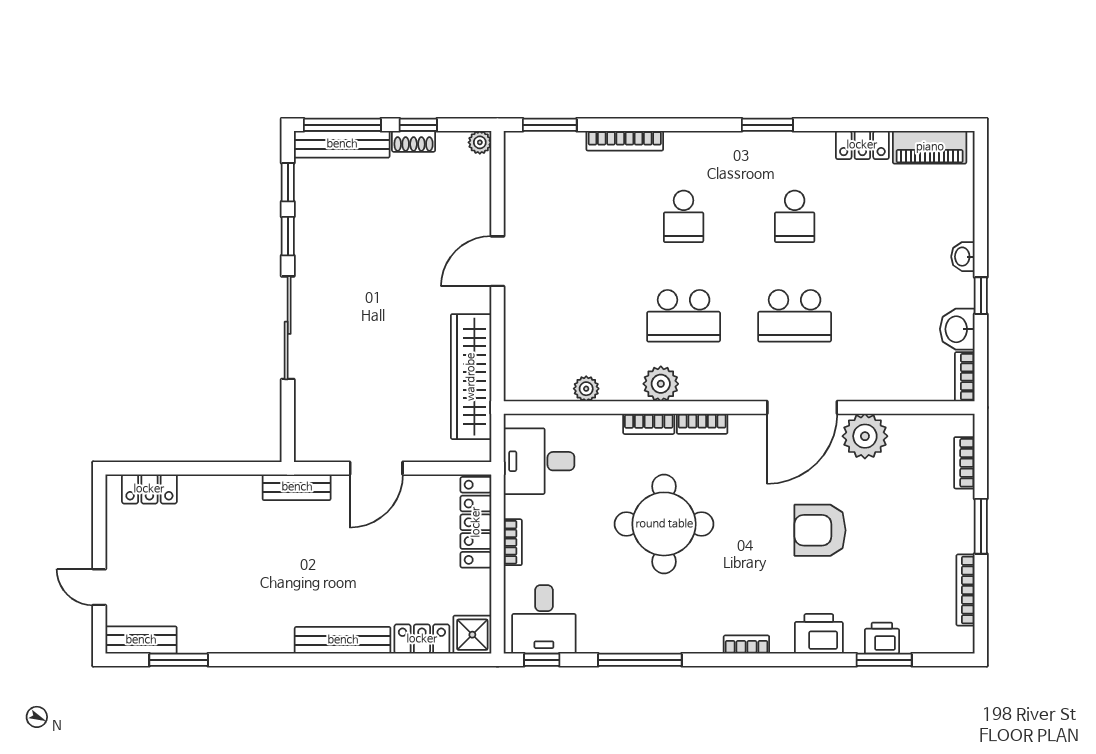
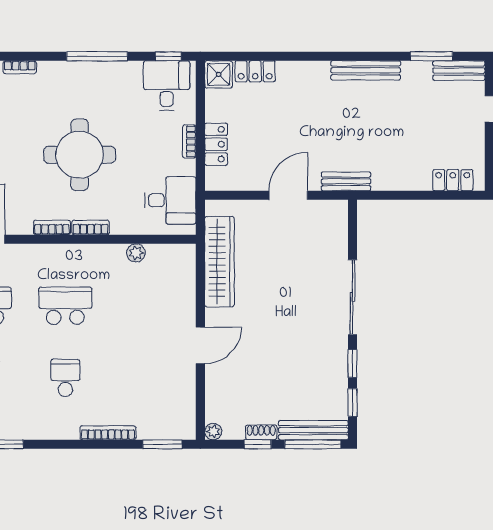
plant: (661, 384) -> (82, 256), removed
locker: (476, 522) -> (216, 144), width x0.66
bench: (343, 640) -> (366, 70), moved

